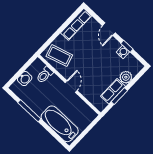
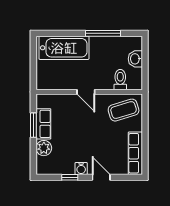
water cooler: (123, 52) -> (81, 168), moved

